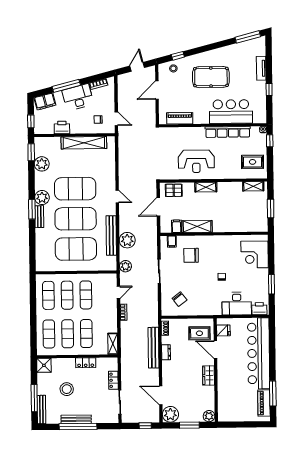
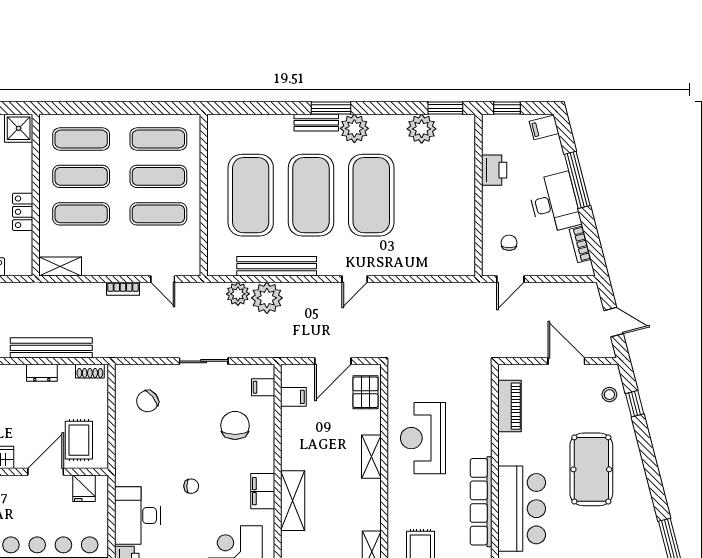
filing cabinet: (45, 101) -> (544, 127), width x0.50
shelving: (84, 143) -> (463, 214), removed
door: (158, 207) -> (333, 361), swing flipped
shelving: (197, 226) -> (293, 501), moved
filing cabinet: (224, 241) -> (263, 491), added
plant: (125, 266) -> (238, 294), moved

